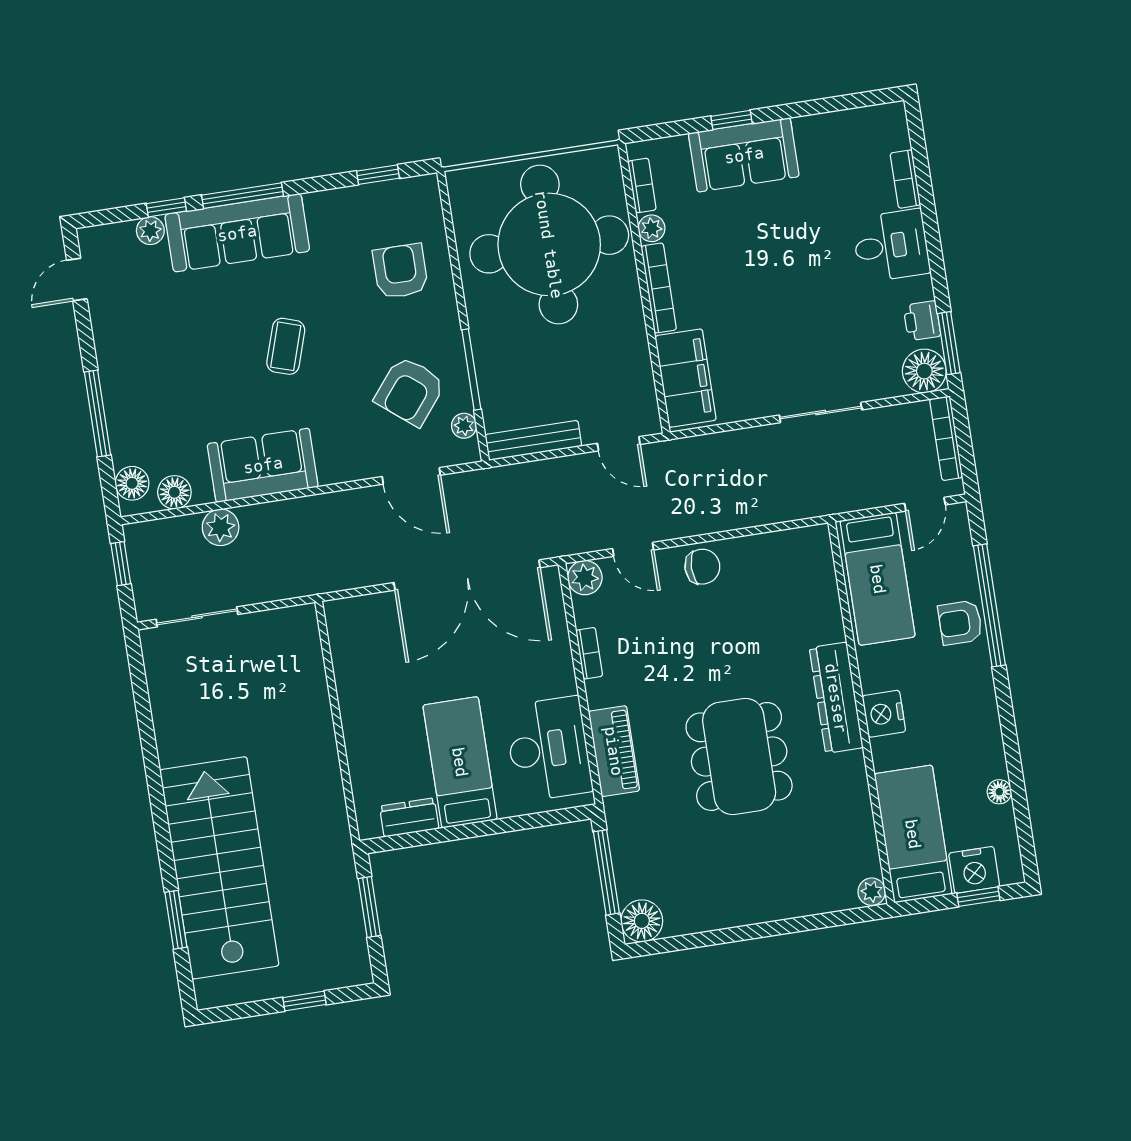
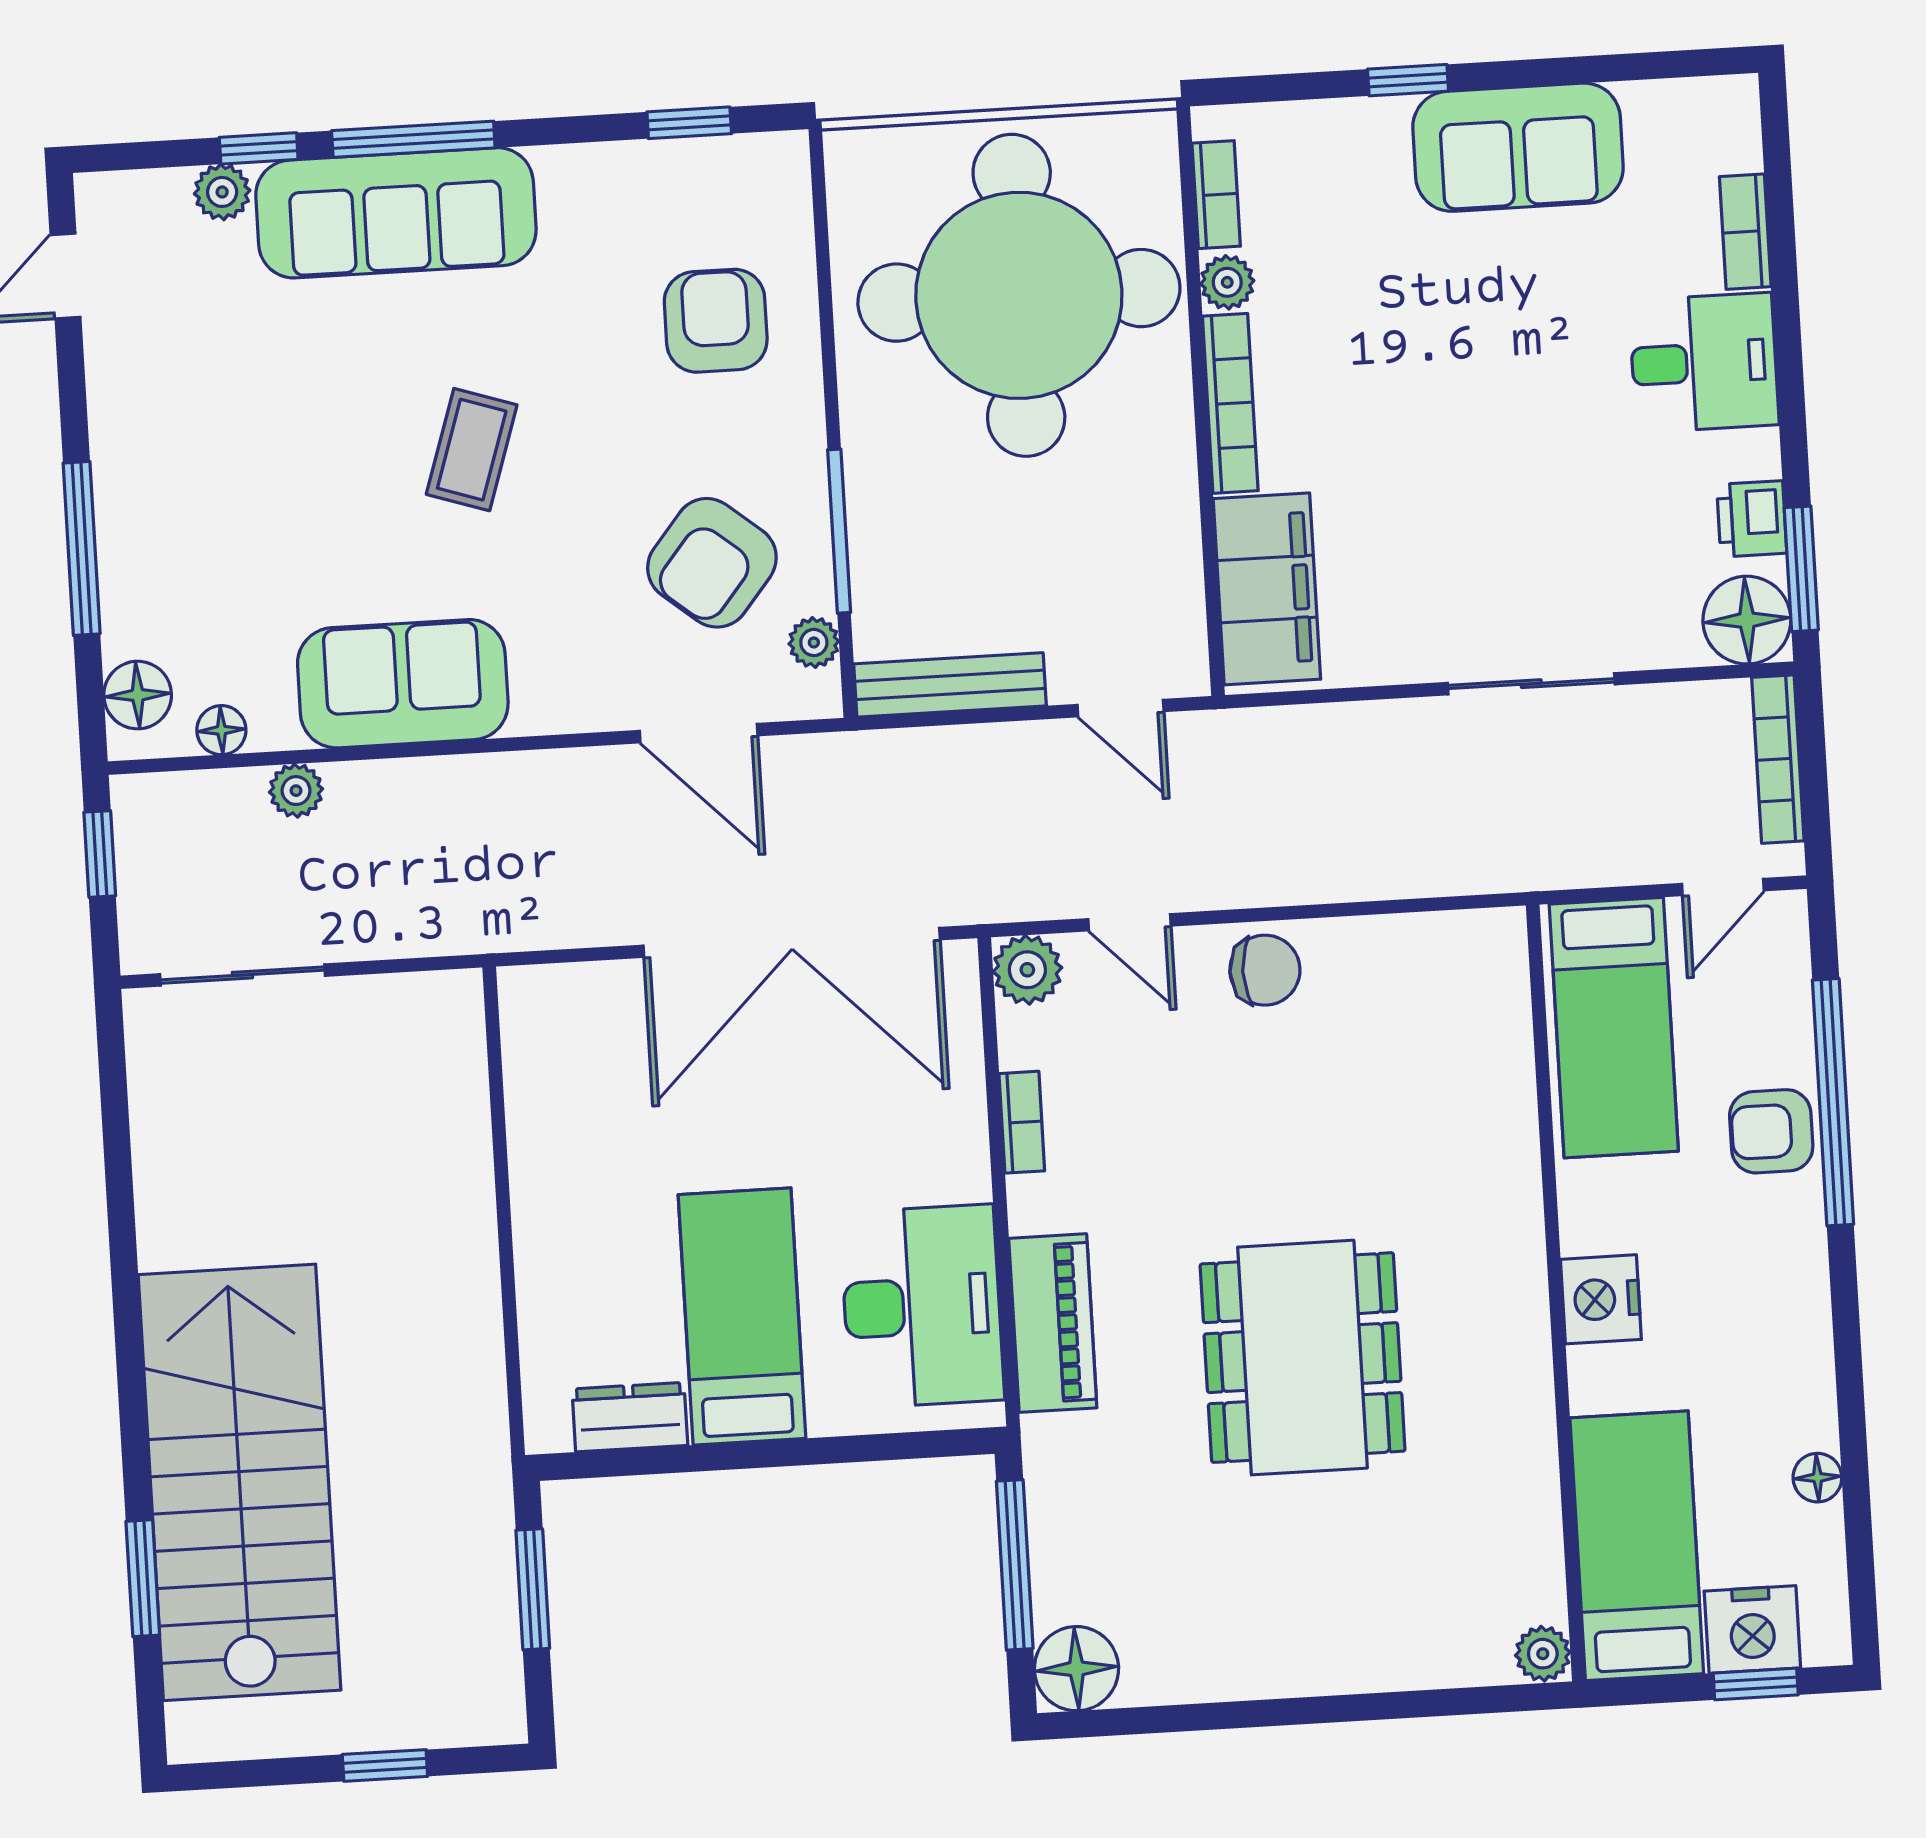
sofa: (744, 155) -> (1518, 147), moved
floor lamp: (174, 492) -> (221, 730), width x0.73, depth x0.73
plant: (221, 527) -> (296, 791), width x0.73, depth x0.73
dresser: (836, 698) -> (1508, 1258), removed

